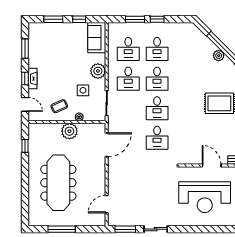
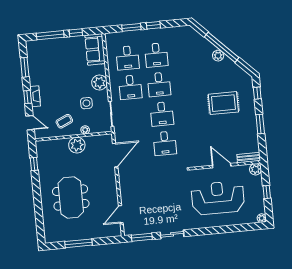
window: (53, 19) -> (50, 35), width x1.44
meeting table: (58, 183) -> (71, 198), width x0.73
reception desk: (205, 197) -> (218, 198), turned 180

